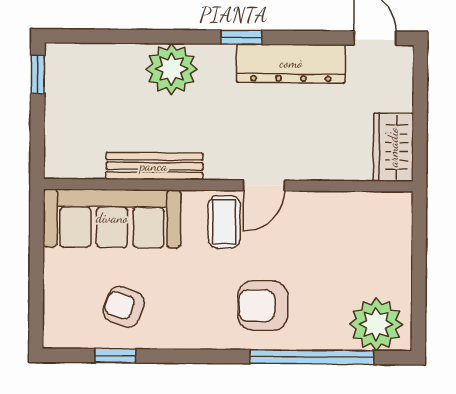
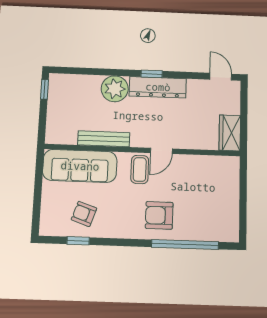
dresser: (291, 63) -> (158, 87), moved
plant: (376, 324) -> (220, 227), removed

